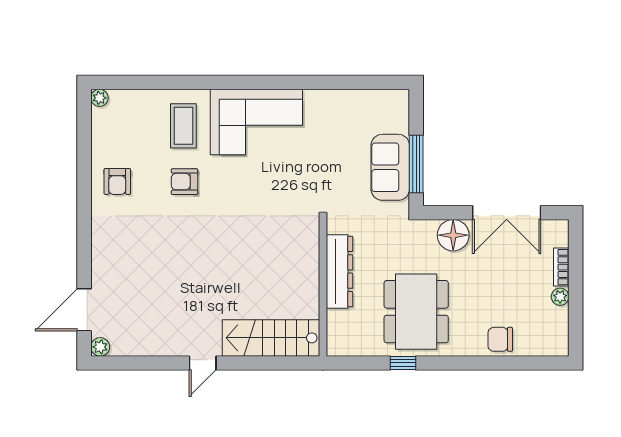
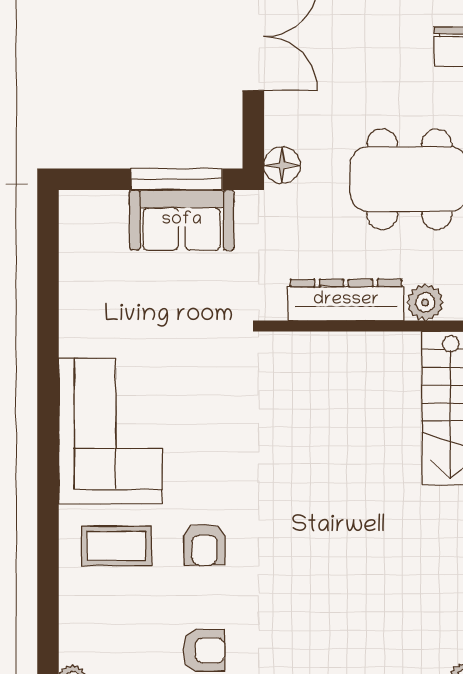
floor lamp: (453, 235) -> (282, 165), moved, width x0.73, depth x0.73
plant: (338, 322) -> (425, 303), added

